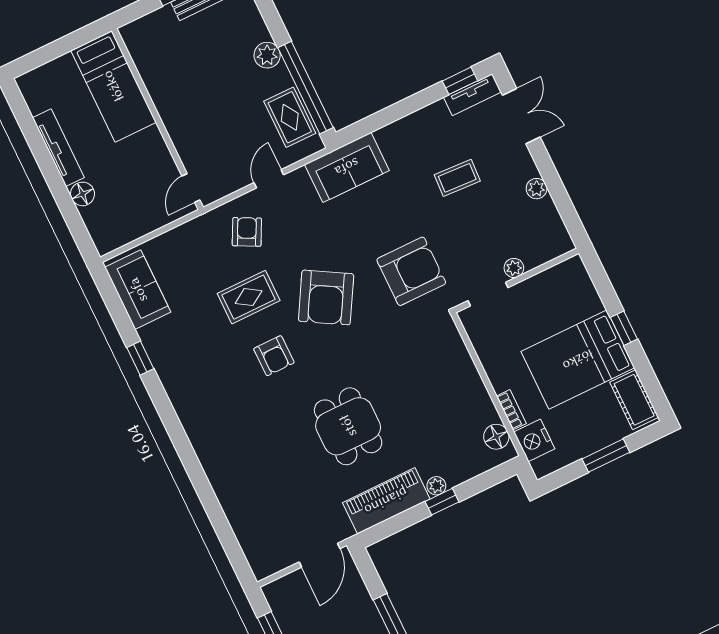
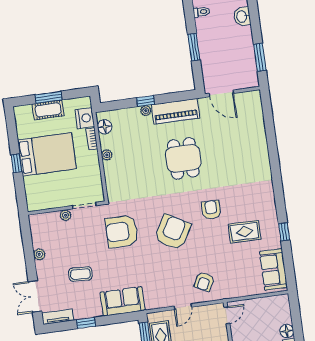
window: (460, 81) -> (86, 323), moved
sofa: (347, 167) -> (123, 301), moved
rug: (249, 297) -> (245, 232), moved
plant: (478, 391) -> (107, 155), added
cot: (634, 400) -> (48, 110), moved, turned 90
door: (320, 555) -> (221, 93), swing flipped

